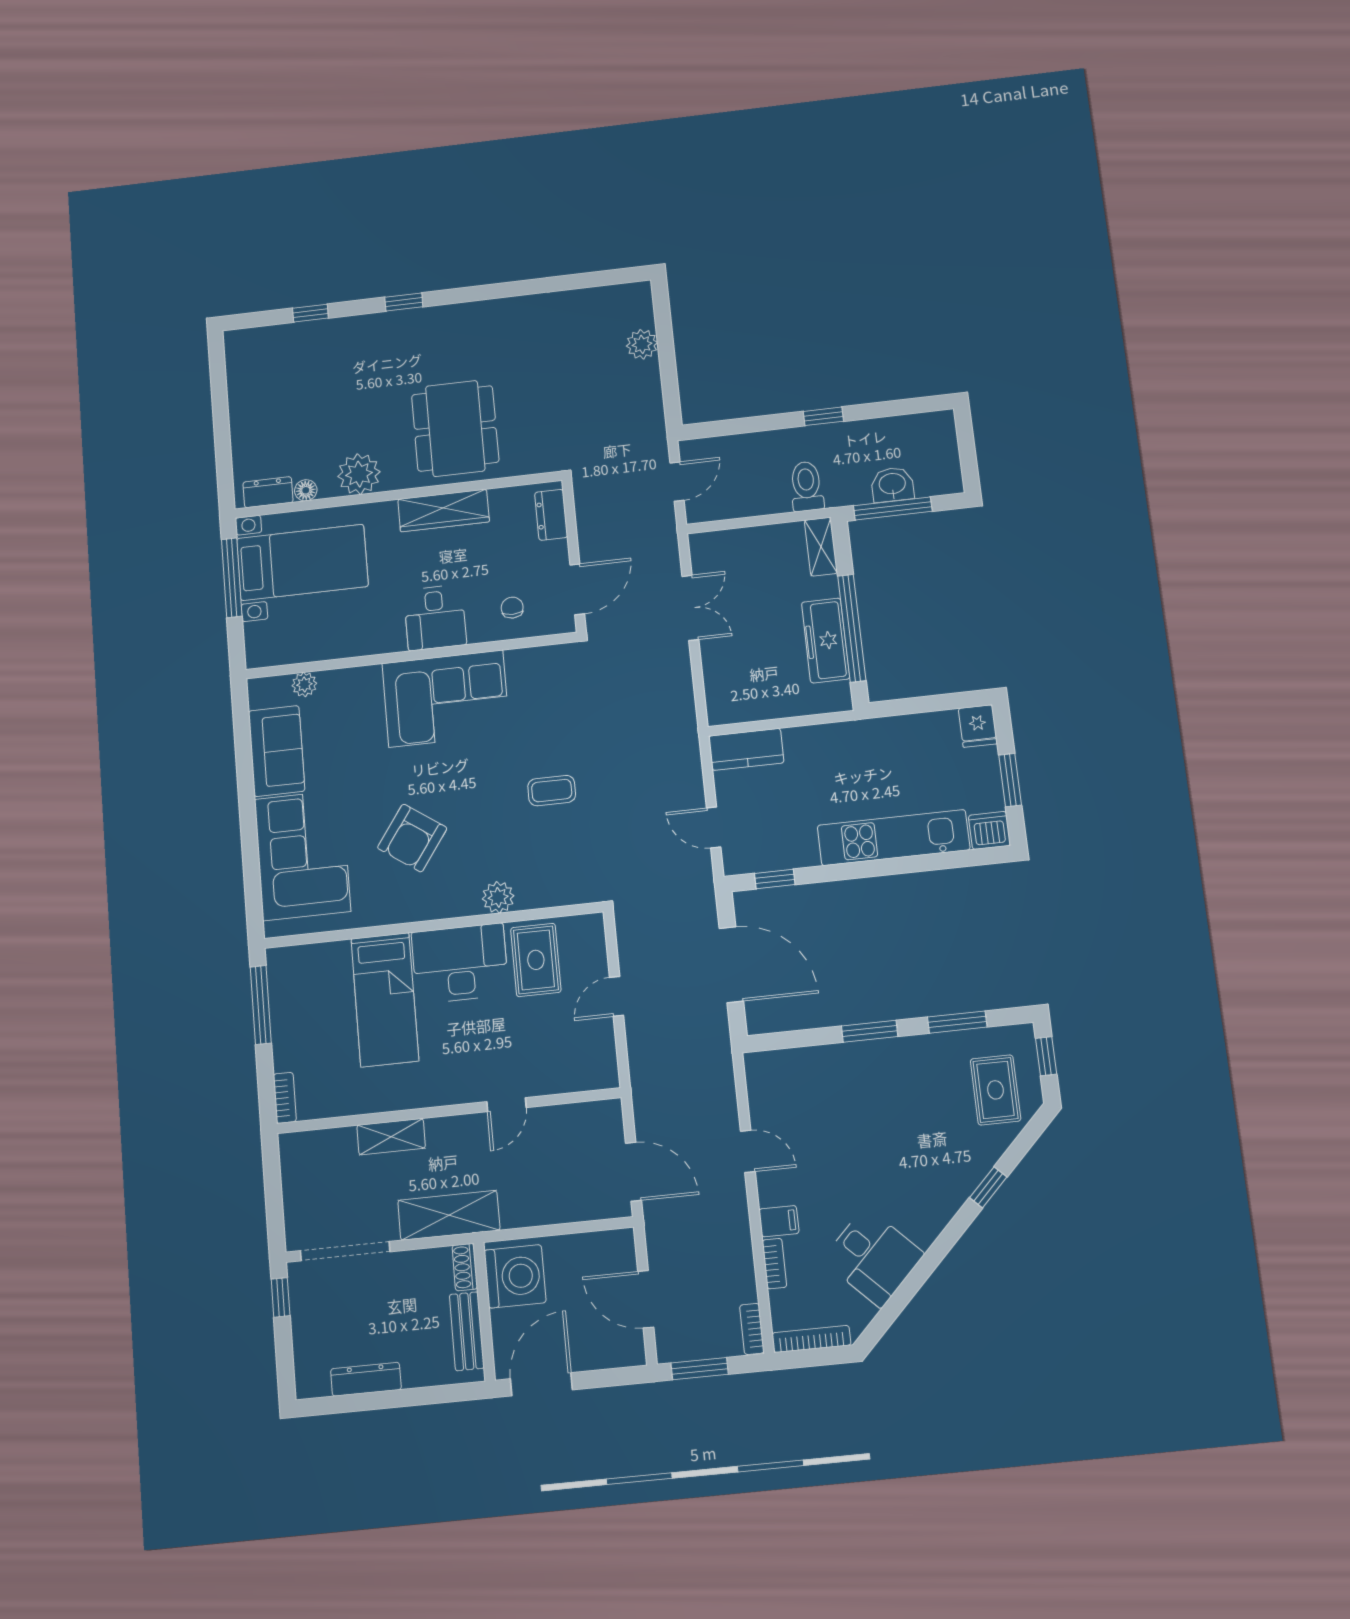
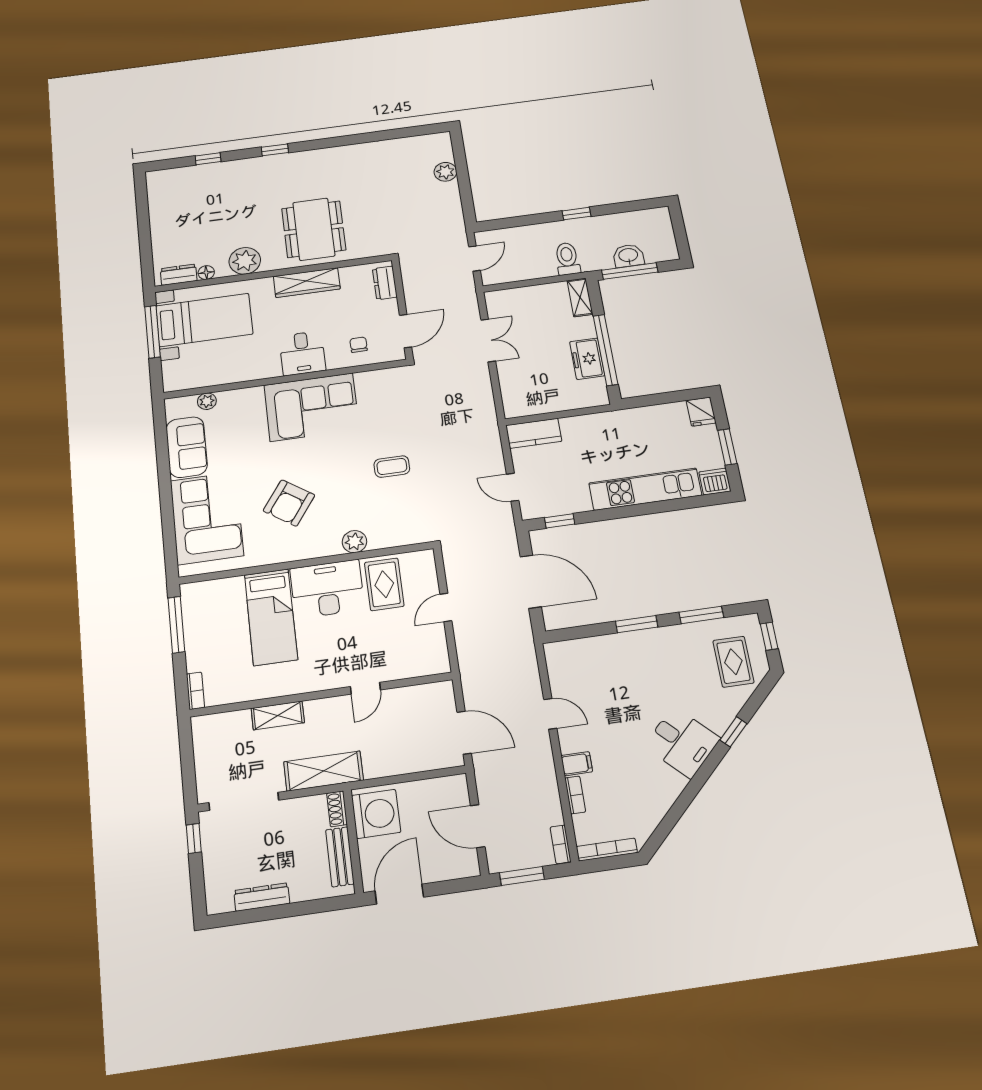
freezer: (826, 640) -> (587, 359), width x0.71
desk: (873, 1257) -> (682, 742), moved

